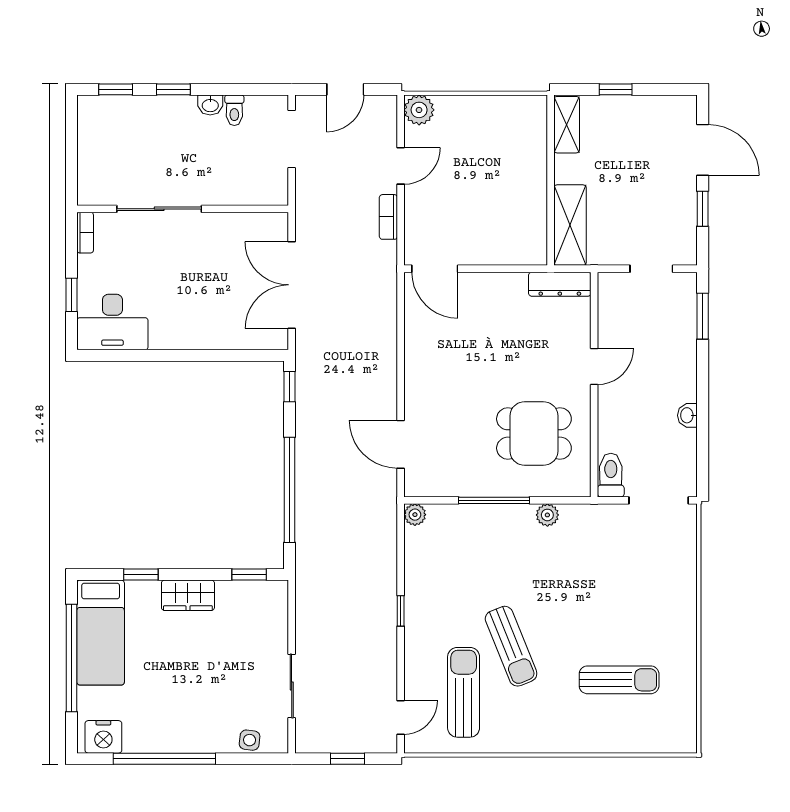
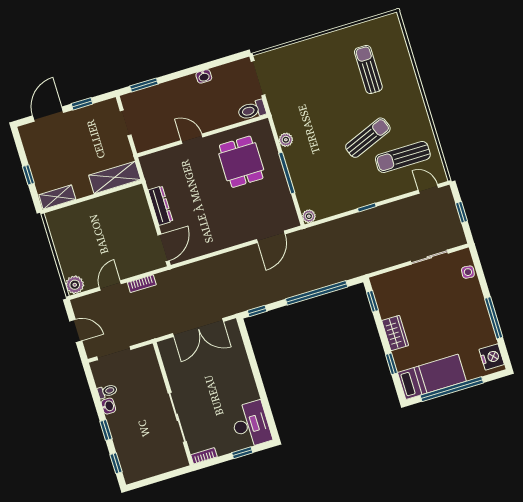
door: (401, 166) -> (110, 285), hinge flipped
dresser: (560, 284) -> (160, 206), moved
window: (164, 759) -> (494, 318), width x0.68

